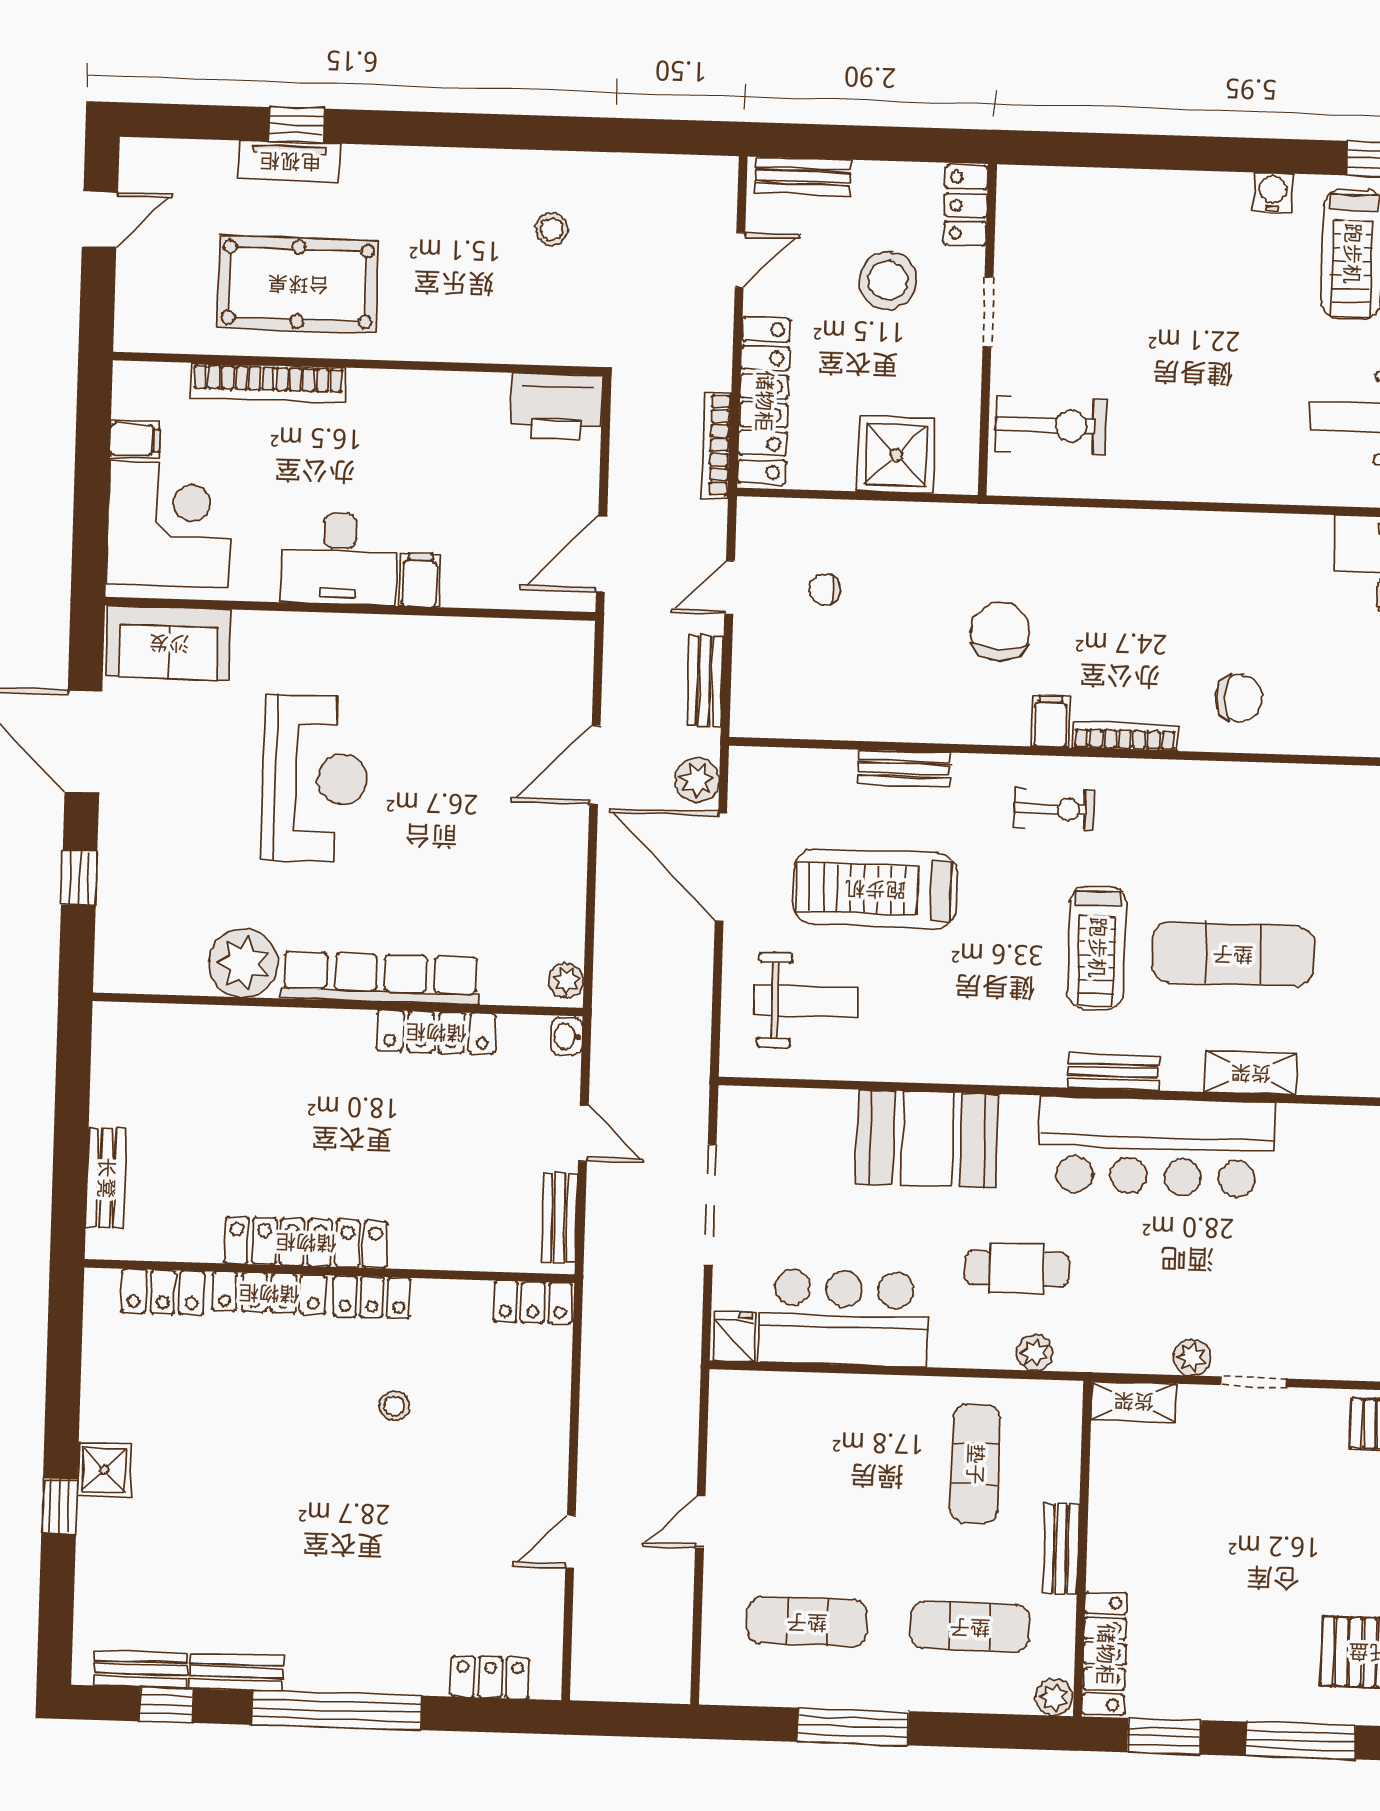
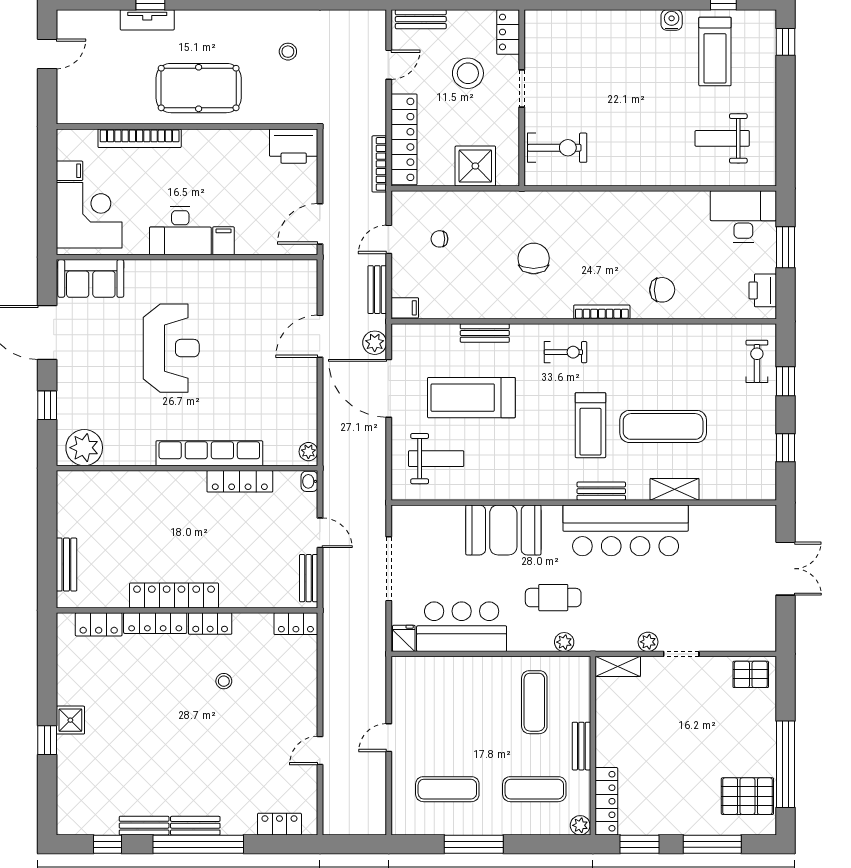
pool table: (298, 284) -> (199, 88), moved
filing cabinet: (1050, 721) -> (405, 308), moved, turned 90
plant: (243, 963) -> (84, 448), moved
bench: (140, 1669) -> (195, 826), moved

